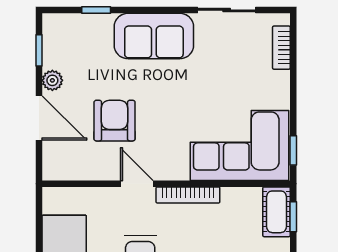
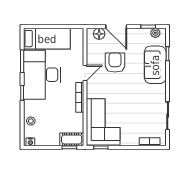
sofa: (154, 36) -> (155, 65), moved
plant: (52, 80) -> (155, 33), moved
door: (39, 118) -> (116, 27), hinge flipped
armchair: (115, 121) -> (115, 62), turned -90
floor lamp: (54, 154) -> (99, 34), added

